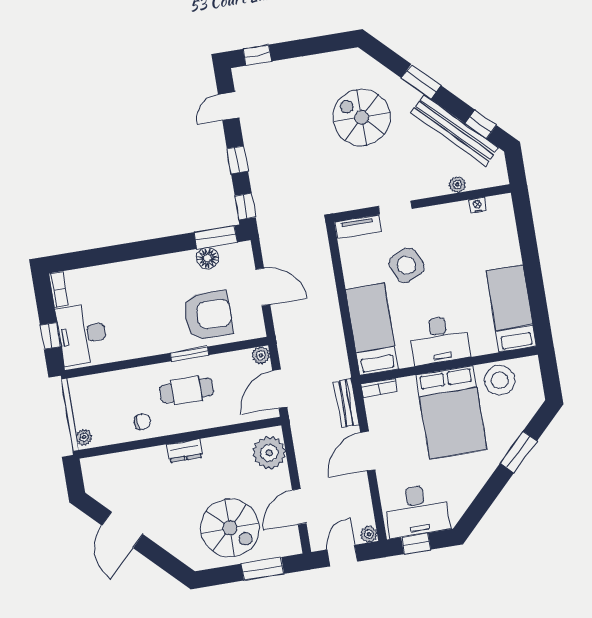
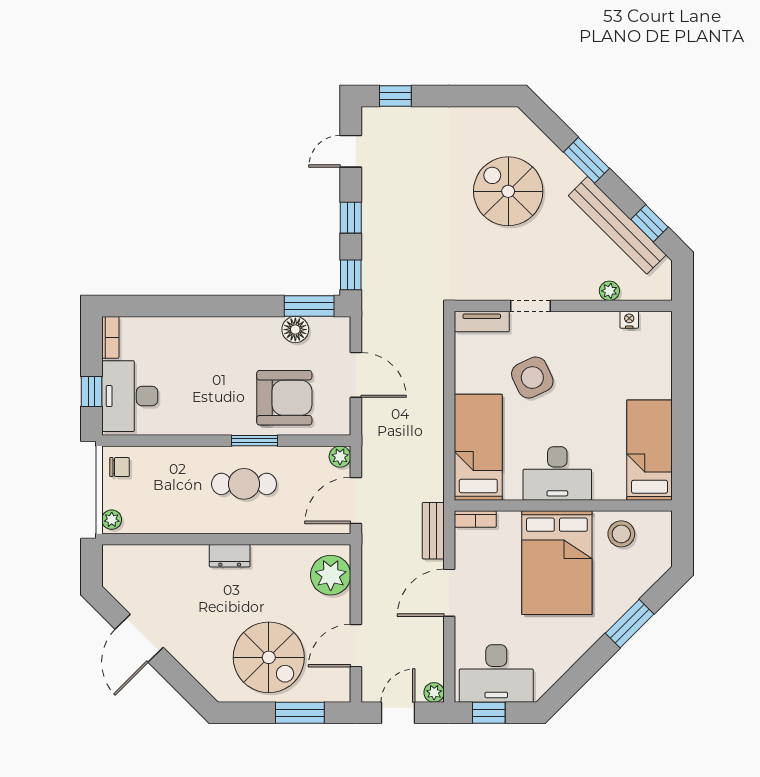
stool: (500, 380) -> (621, 534), width x0.73, depth x0.73
chair: (142, 422) -> (120, 467), moved

